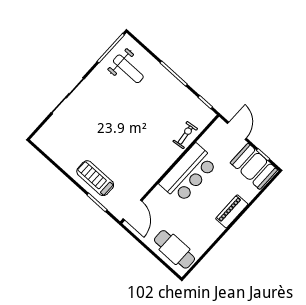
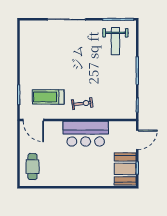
exercise bike: (185, 135) -> (82, 104), moved
treadmill: (95, 178) -> (48, 97), moved, turned -90
door: (133, 210) -> (33, 120), hinge flipped
piano: (232, 211) -> (86, 180), removed
cafe table: (174, 249) -> (33, 167), width x0.73, depth x0.74

